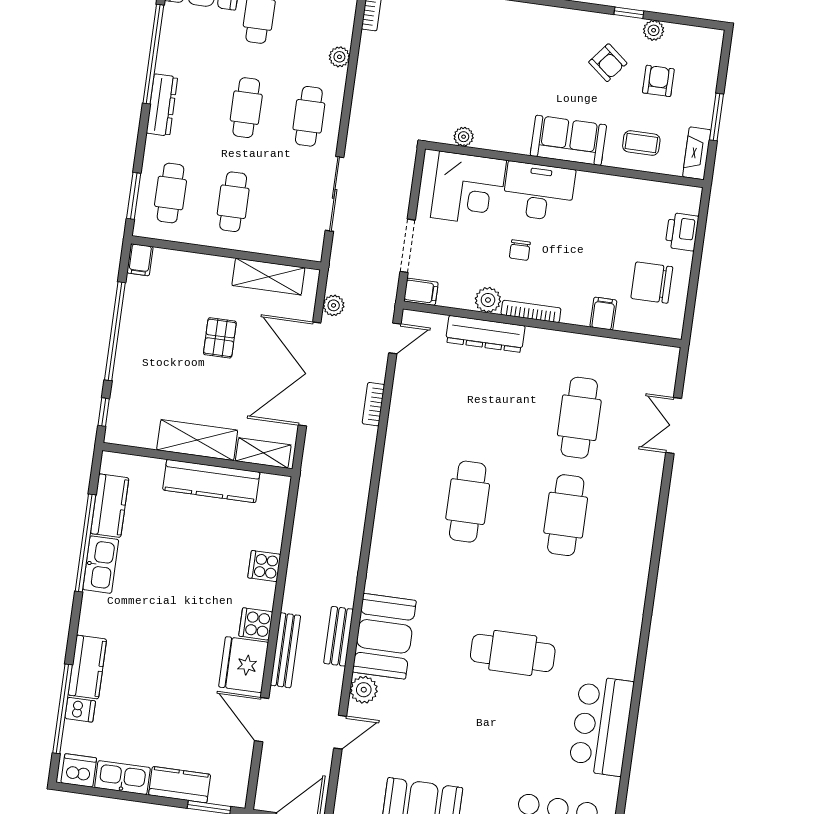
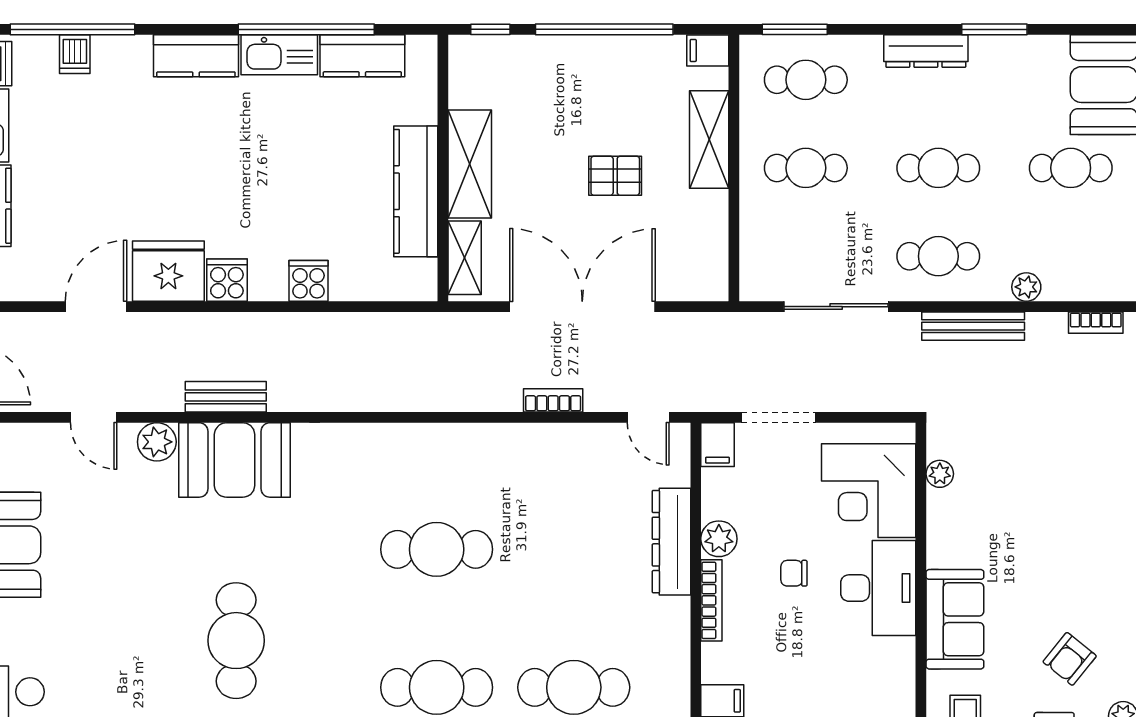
window: (153, 54) -> (994, 29), width x0.47
shelving: (268, 277) -> (709, 140), moved
plant: (334, 305) -> (682, 327), removed
bench: (285, 650) -> (973, 326), moved
kitchen counter: (87, 667) -> (196, 56), moved

